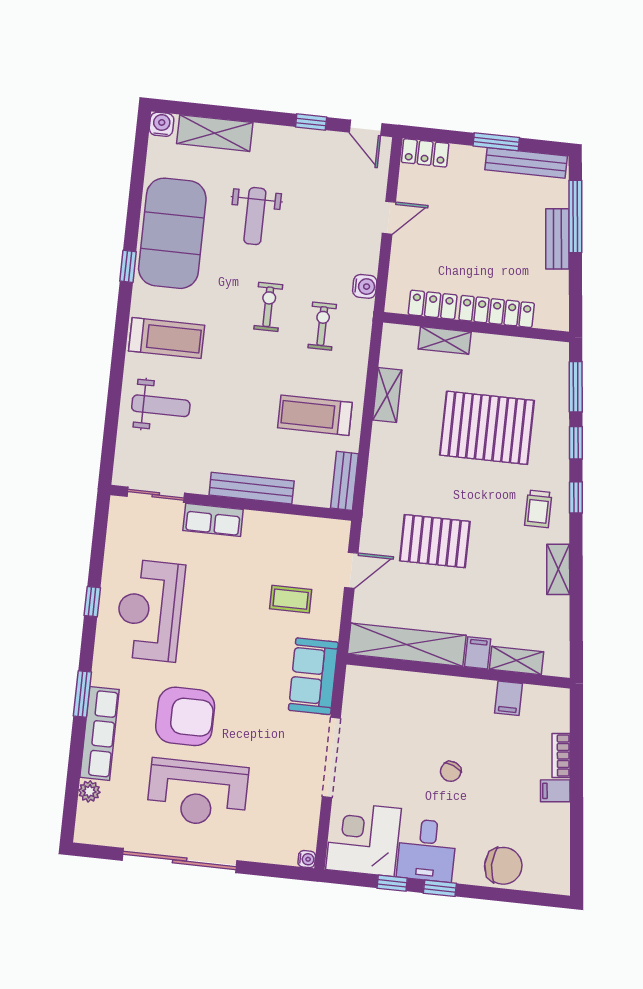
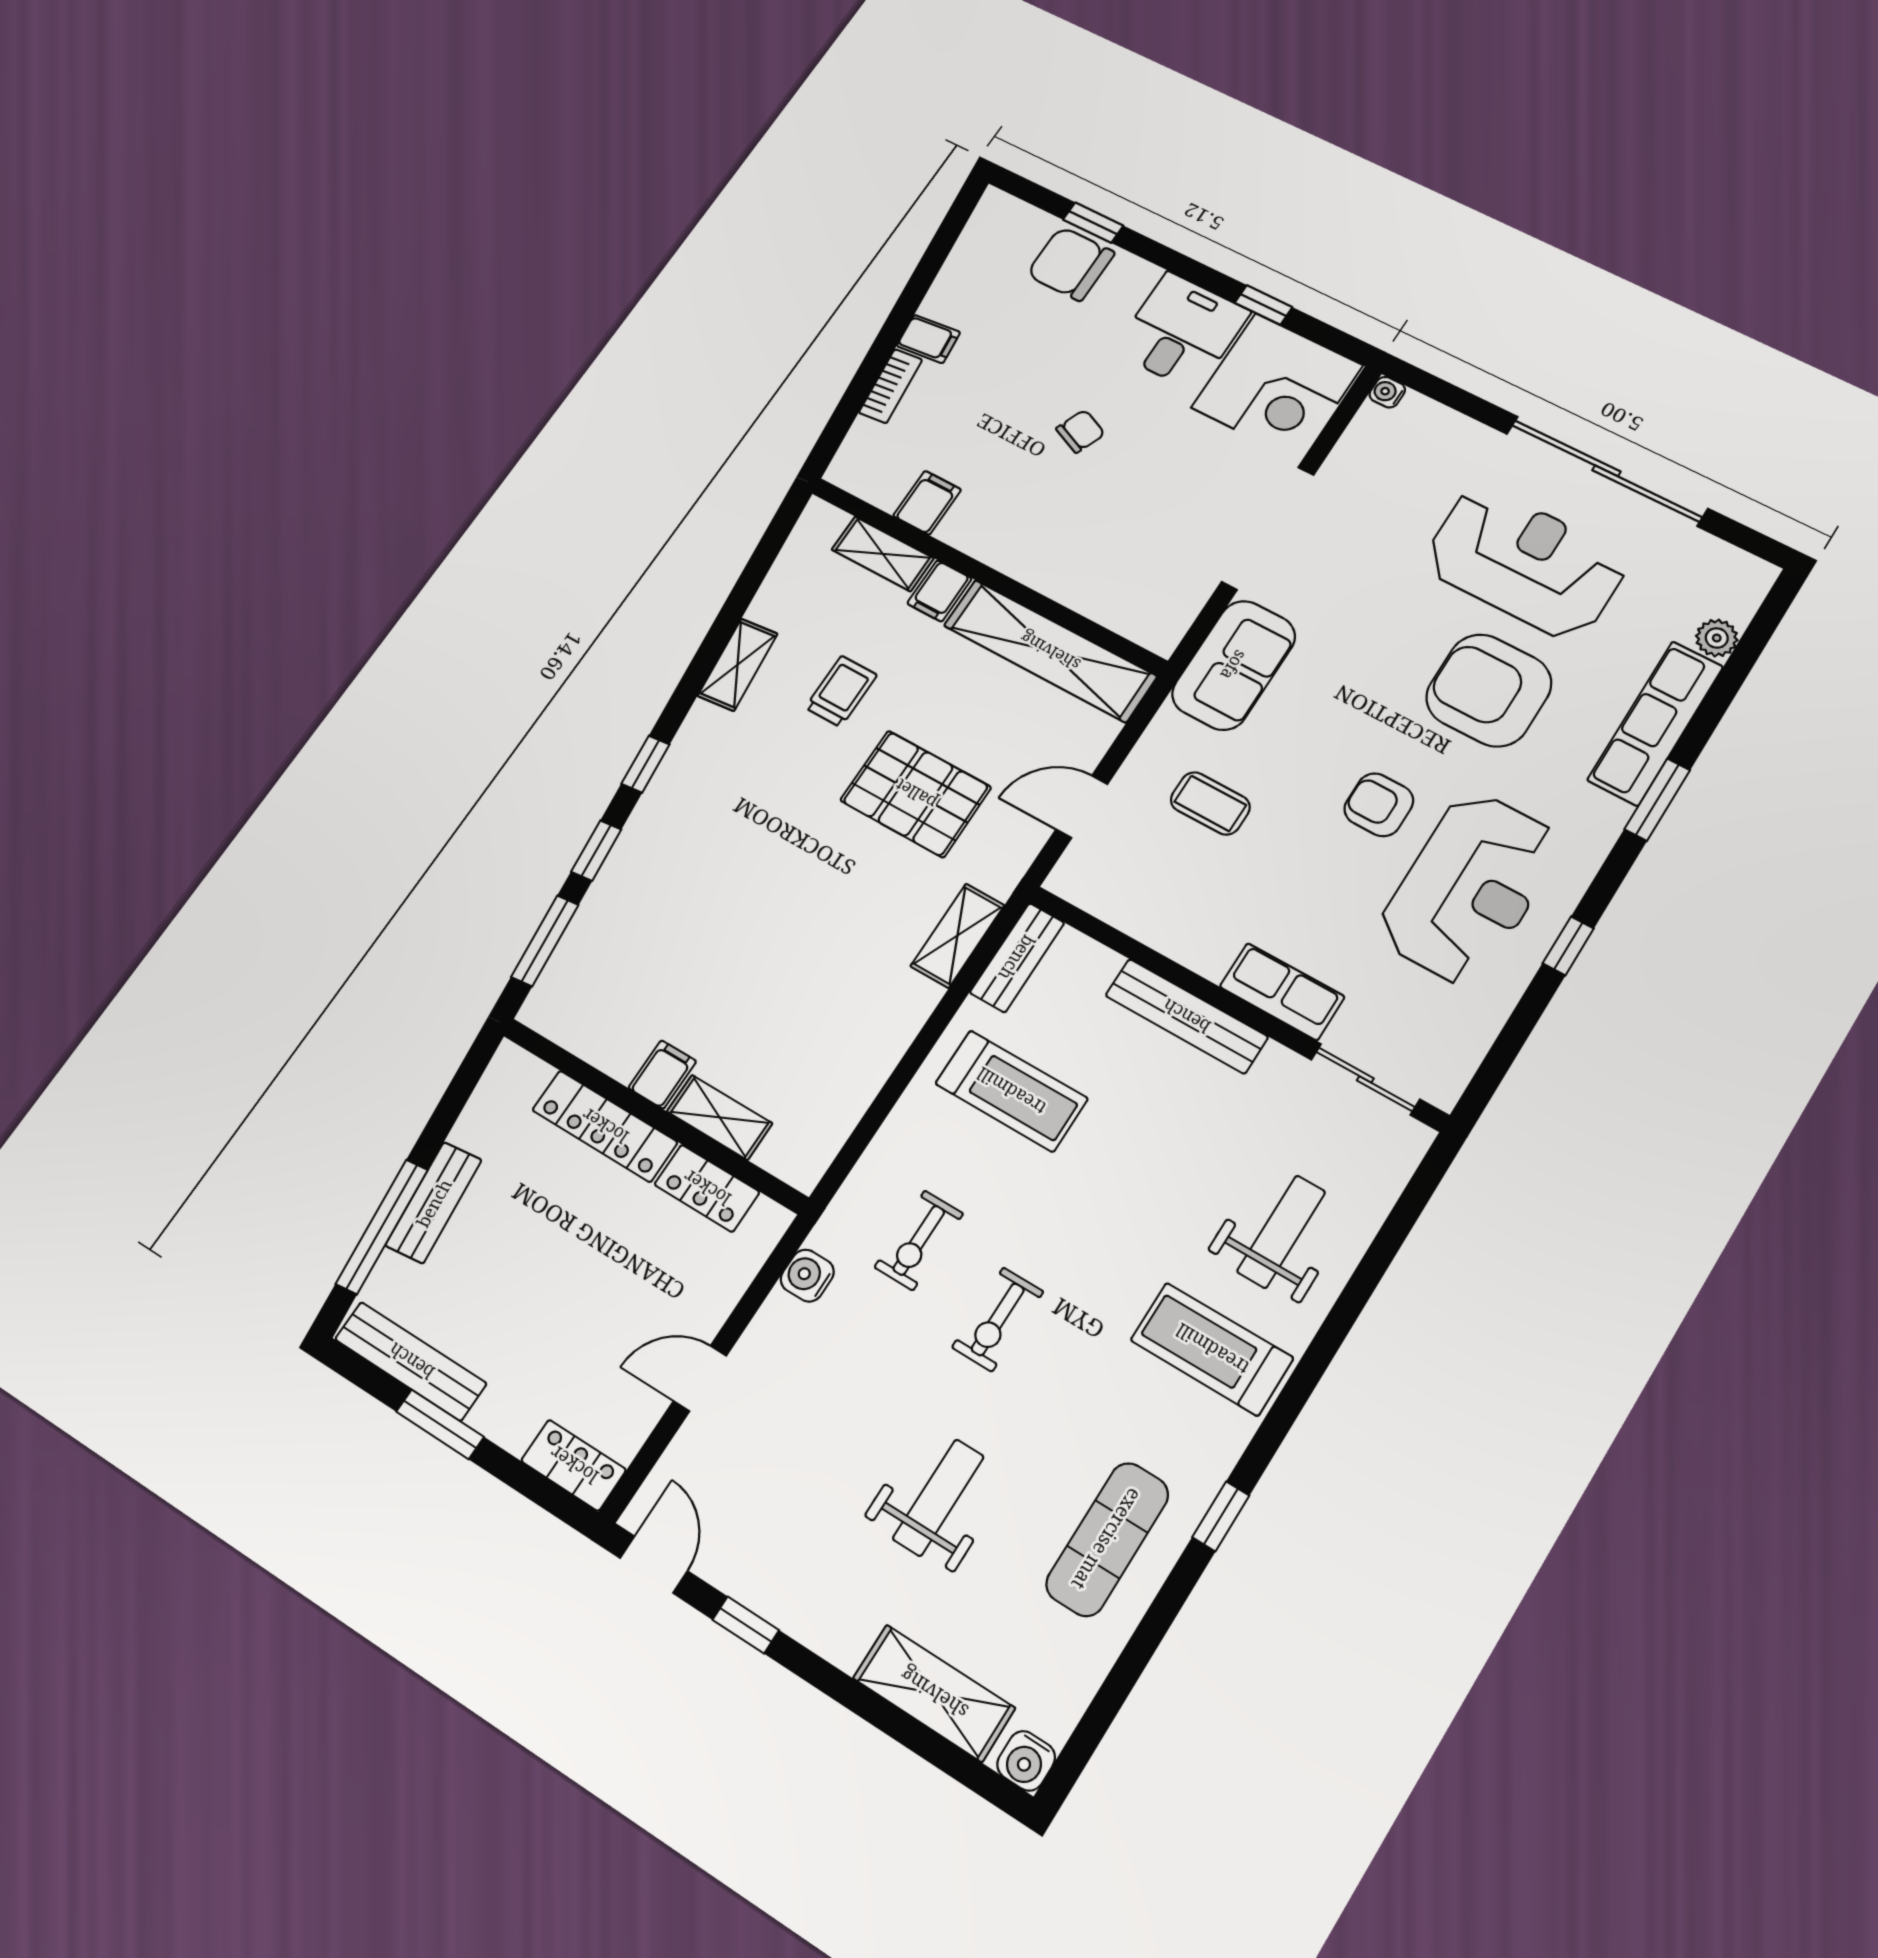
exercise mat: (172, 233) -> (1107, 1539), width x0.50, depth x0.69
filing cabinet: (483, 348) -> (662, 1074), added
shelving: (387, 395) -> (957, 936), moved
weight bench: (161, 406) -> (1281, 1232), turned 90
pallet: (487, 428) -> (728, 939), removed
trolley: (538, 509) -> (841, 691), moved
armchair: (211, 634) -> (1379, 805), added
window: (440, 888) -> (1093, 223), moved

